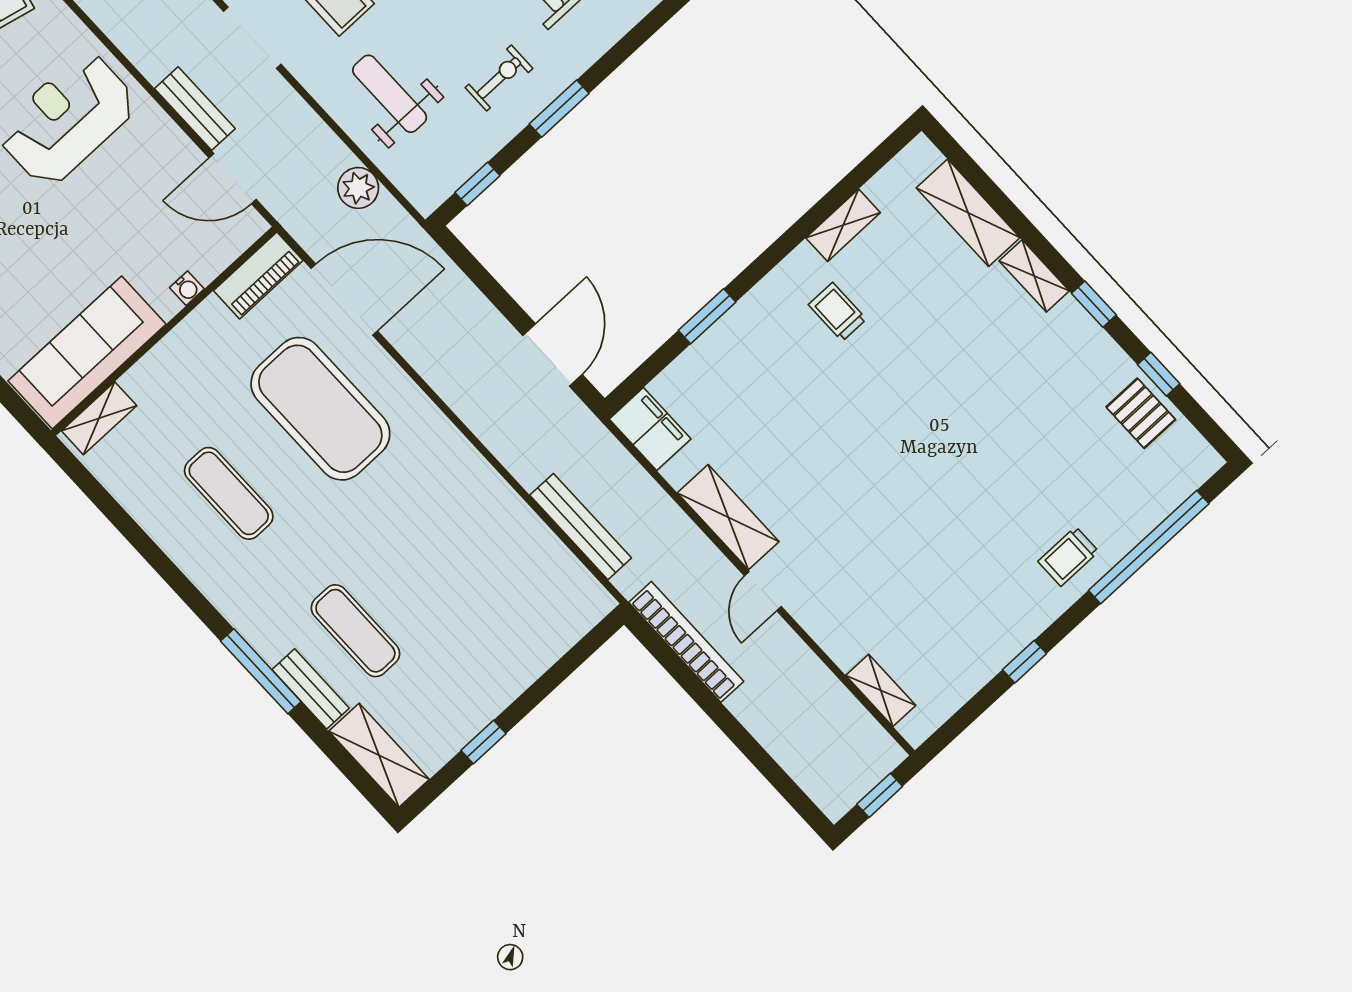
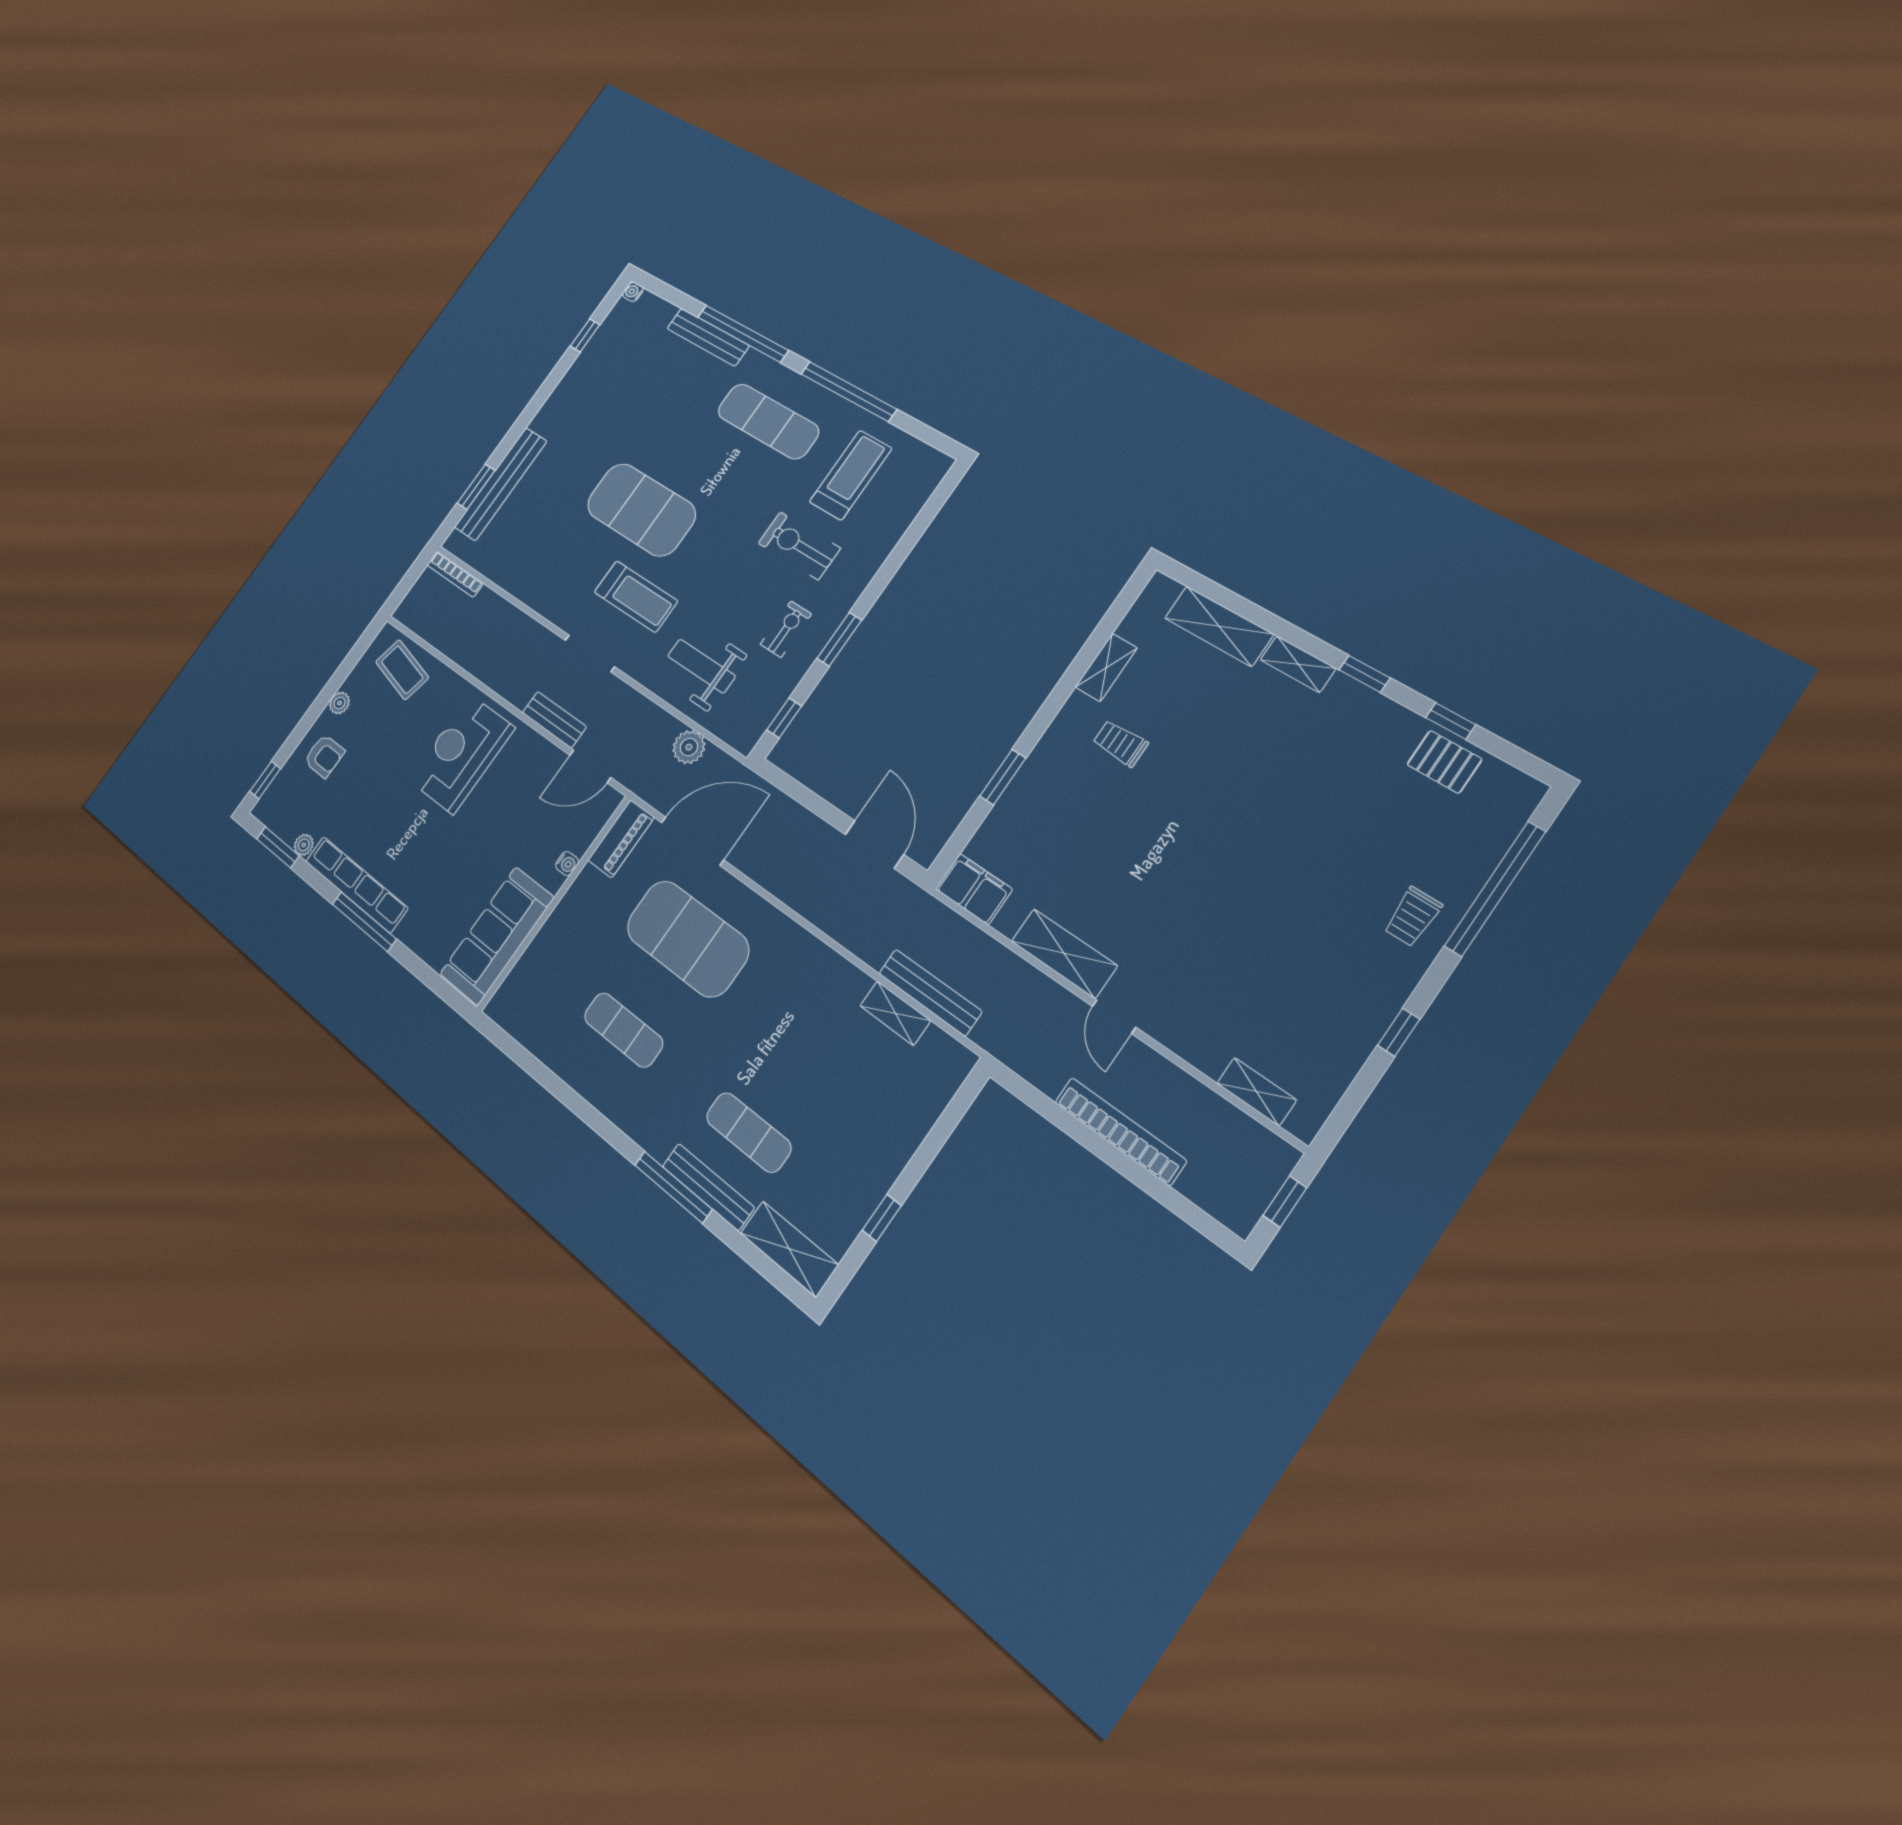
shelving: (99, 418) -> (895, 1013), moved, turned 90
bookcase: (686, 642) -> (1120, 1131), moved
bench: (311, 689) -> (708, 1187), width x1.36

